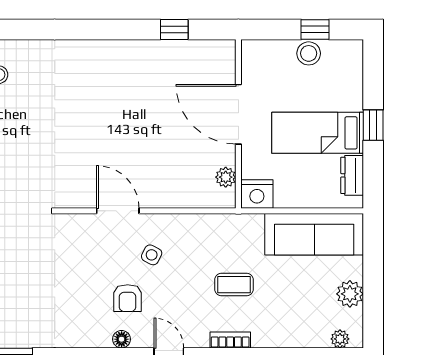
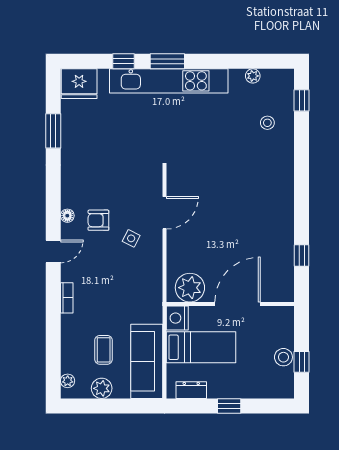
bed: (318, 133) -> (201, 347), moved, turned 90
plant: (226, 177) -> (190, 288), width x1.88, depth x1.88
coffee table: (234, 285) -> (104, 350), moved

